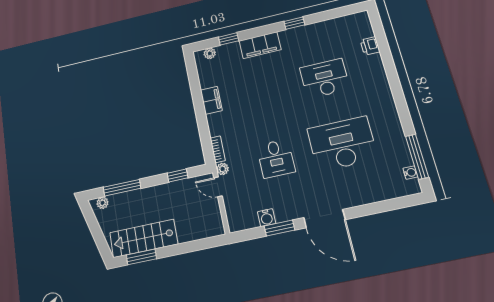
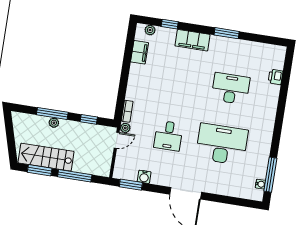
window: (294, 23) -> (227, 33), width x1.50
filing cabinet: (211, 100) -> (140, 52), moved
door: (218, 187) -> (117, 140), swing flipped
window: (122, 188) -> (52, 114), moved
plant: (102, 203) -> (54, 123), moved
window: (280, 228) -> (131, 185), moved
window: (184, 248) -> (75, 176), added

